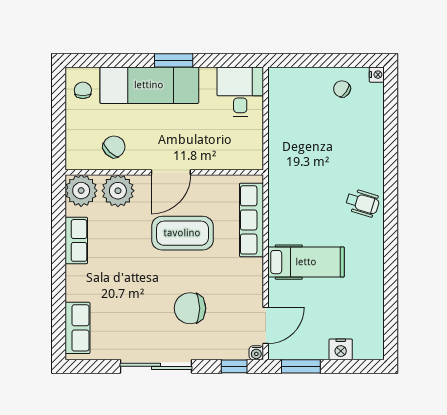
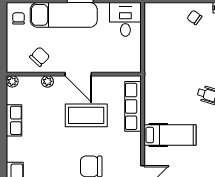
door: (171, 172) -> (78, 74), hinge flipped
plant: (81, 191) -> (12, 81), width x0.53, depth x0.53
plant: (118, 191) -> (47, 81), width x0.53, depth x0.53

